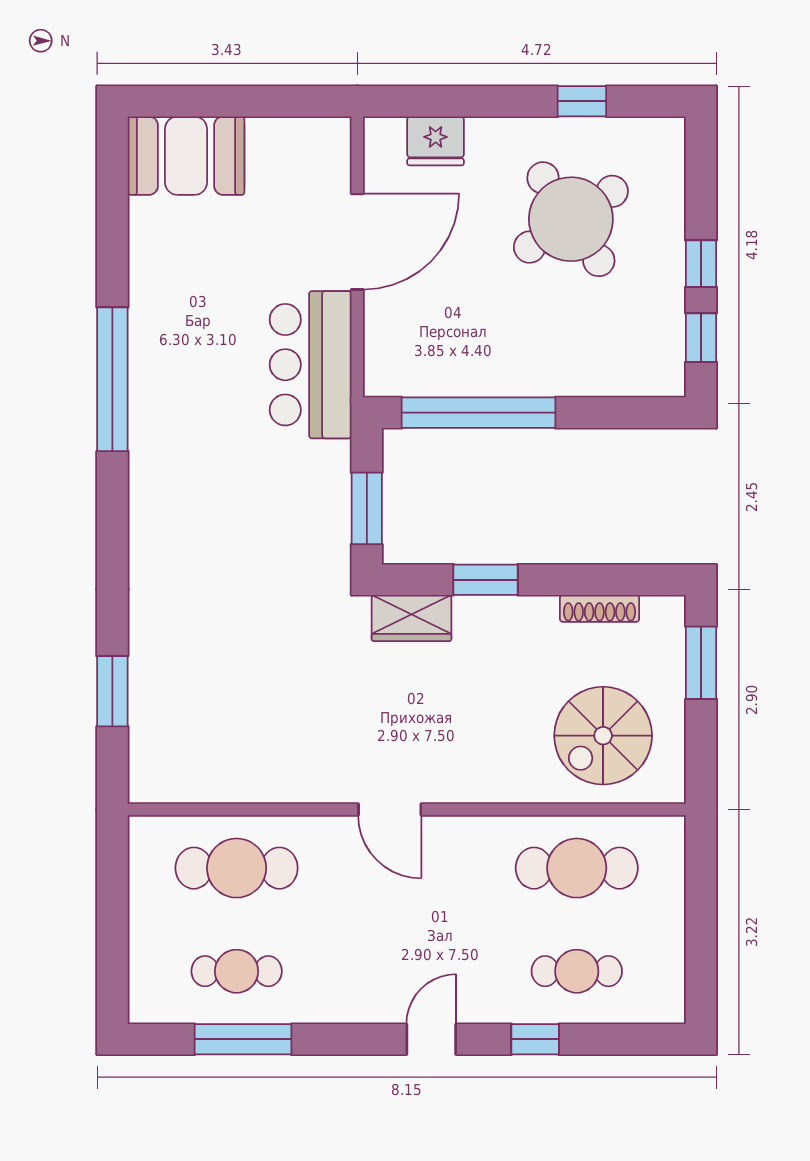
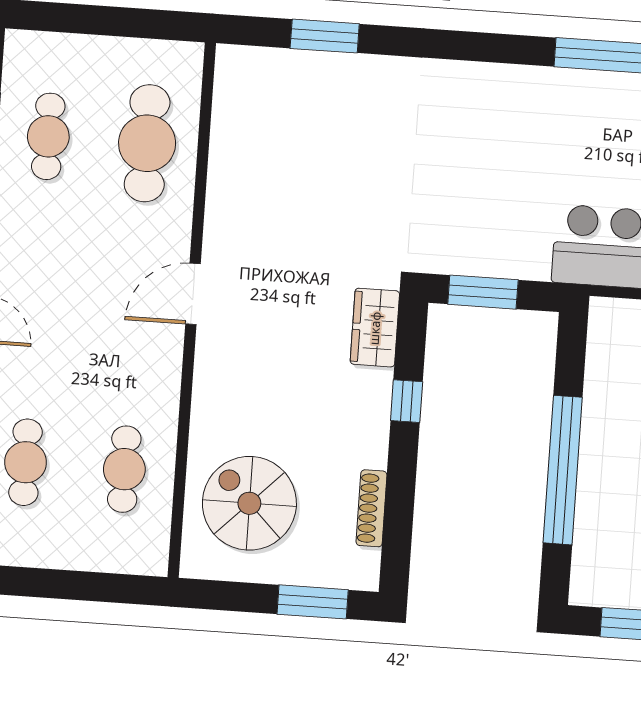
window: (478, 413) -> (563, 470), moved
window: (486, 580) -> (407, 401), width x0.67
cafe table: (577, 868) -> (124, 469), width x0.73, depth x0.74

